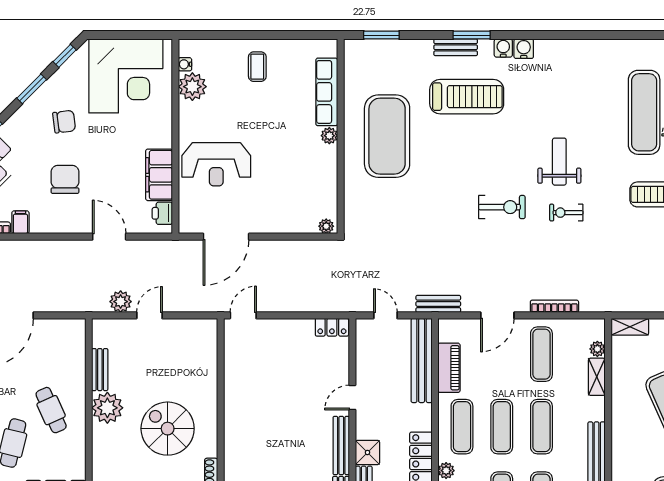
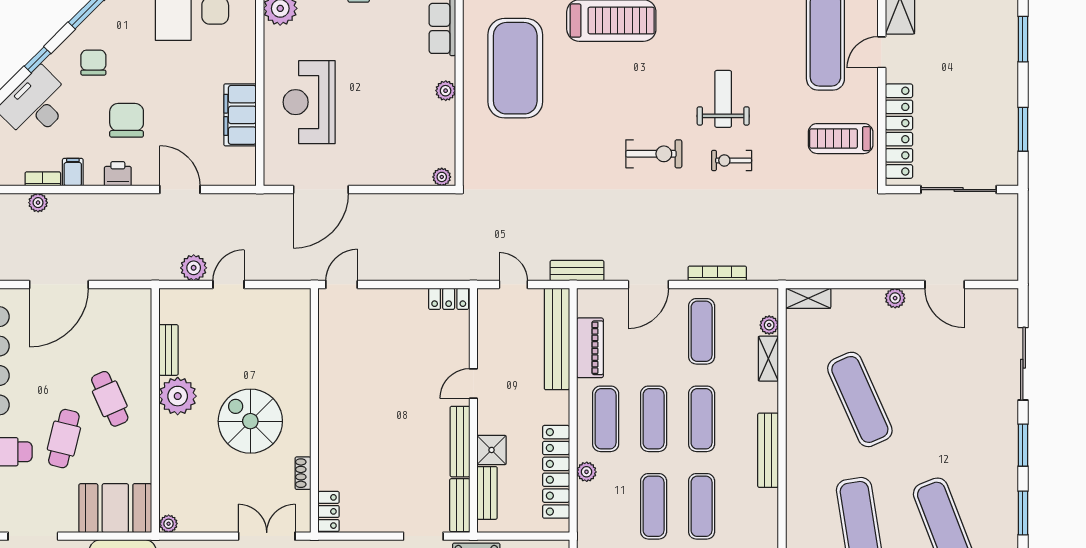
chair: (64, 122) -> (93, 63), moved, turned -83
plant: (329, 136) -> (446, 91), moved
reception desk: (216, 164) -> (309, 102), turned 90
printer: (162, 213) -> (118, 174), moved, turned 90

